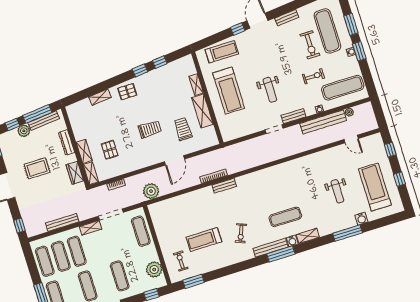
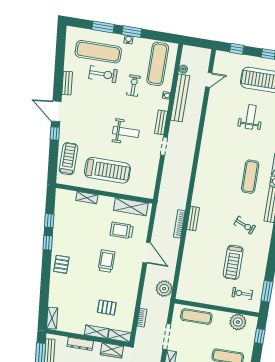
shelving: (100, 97) -> (52, 318), moved
shelving: (202, 111) -> (131, 207), moved
weight bench: (337, 191) -> (251, 117), turned -90

